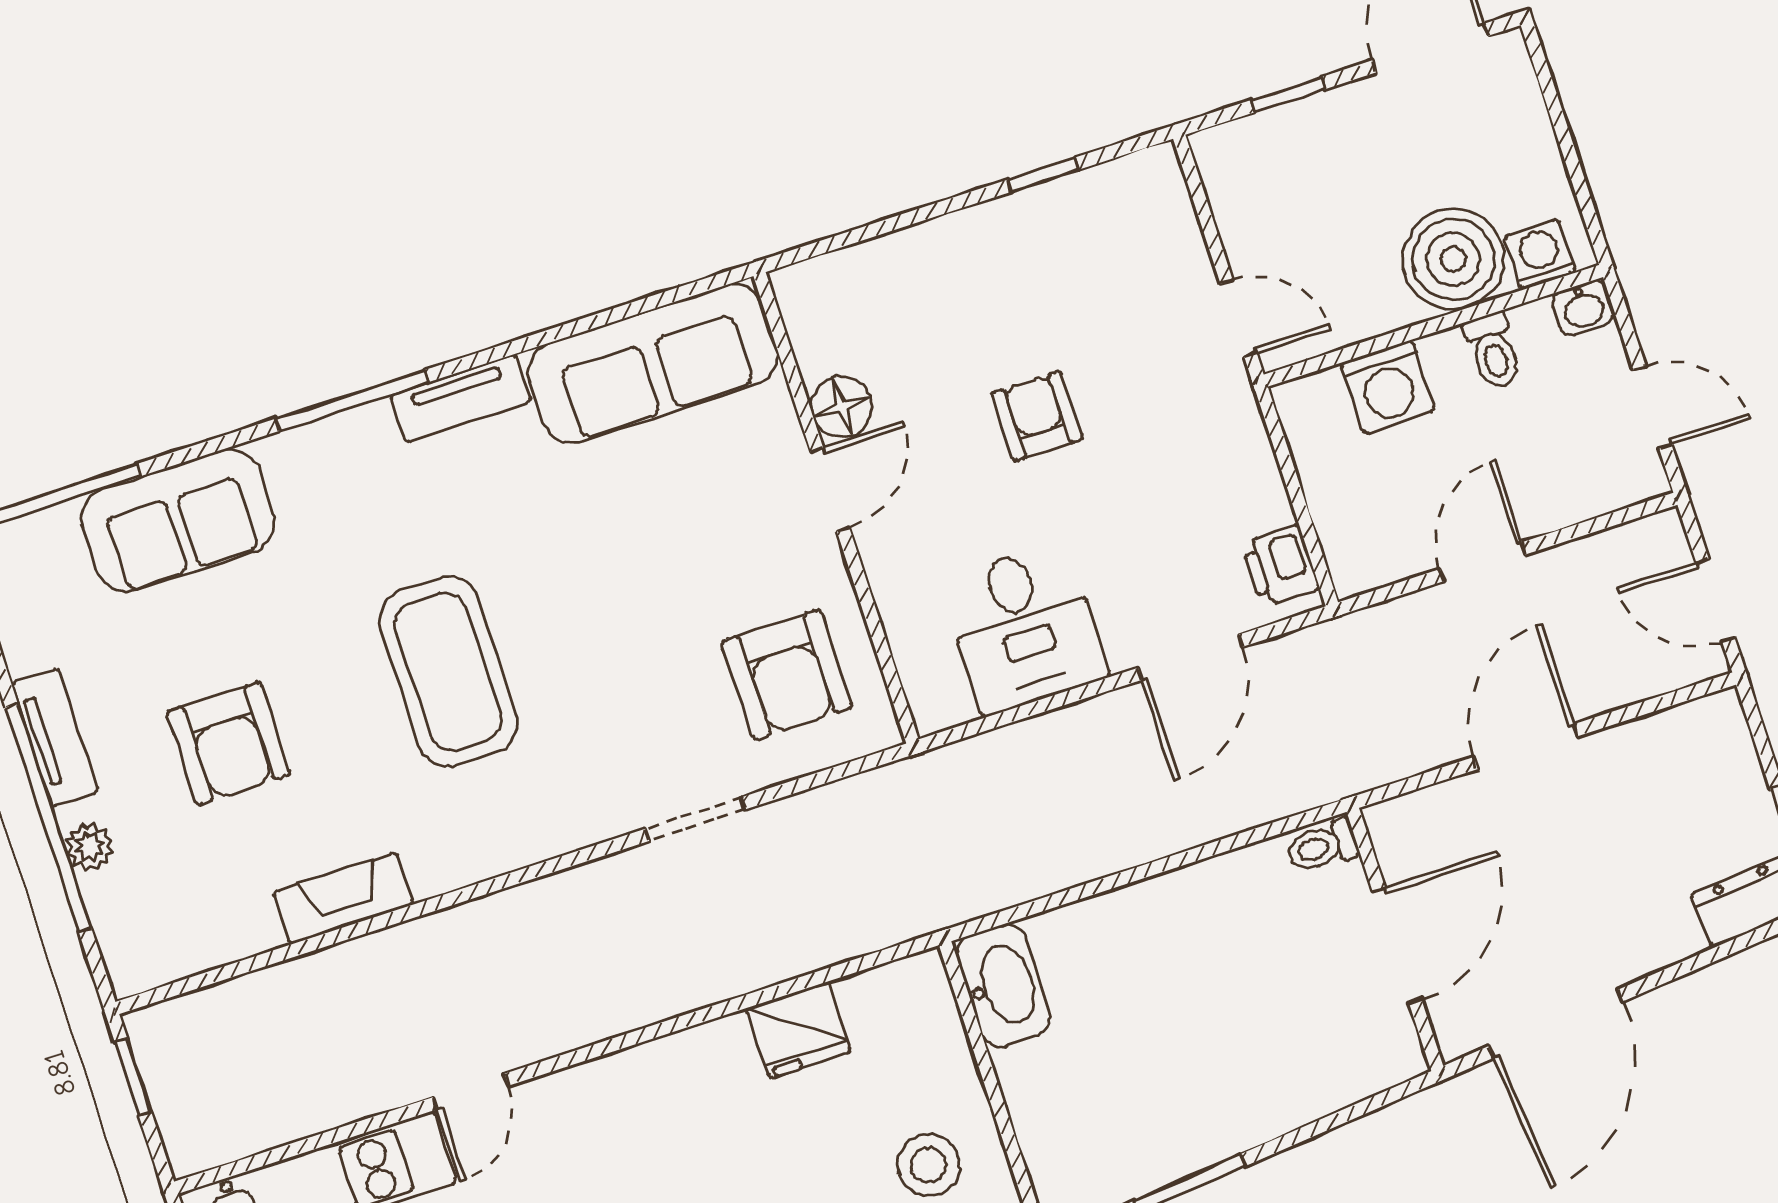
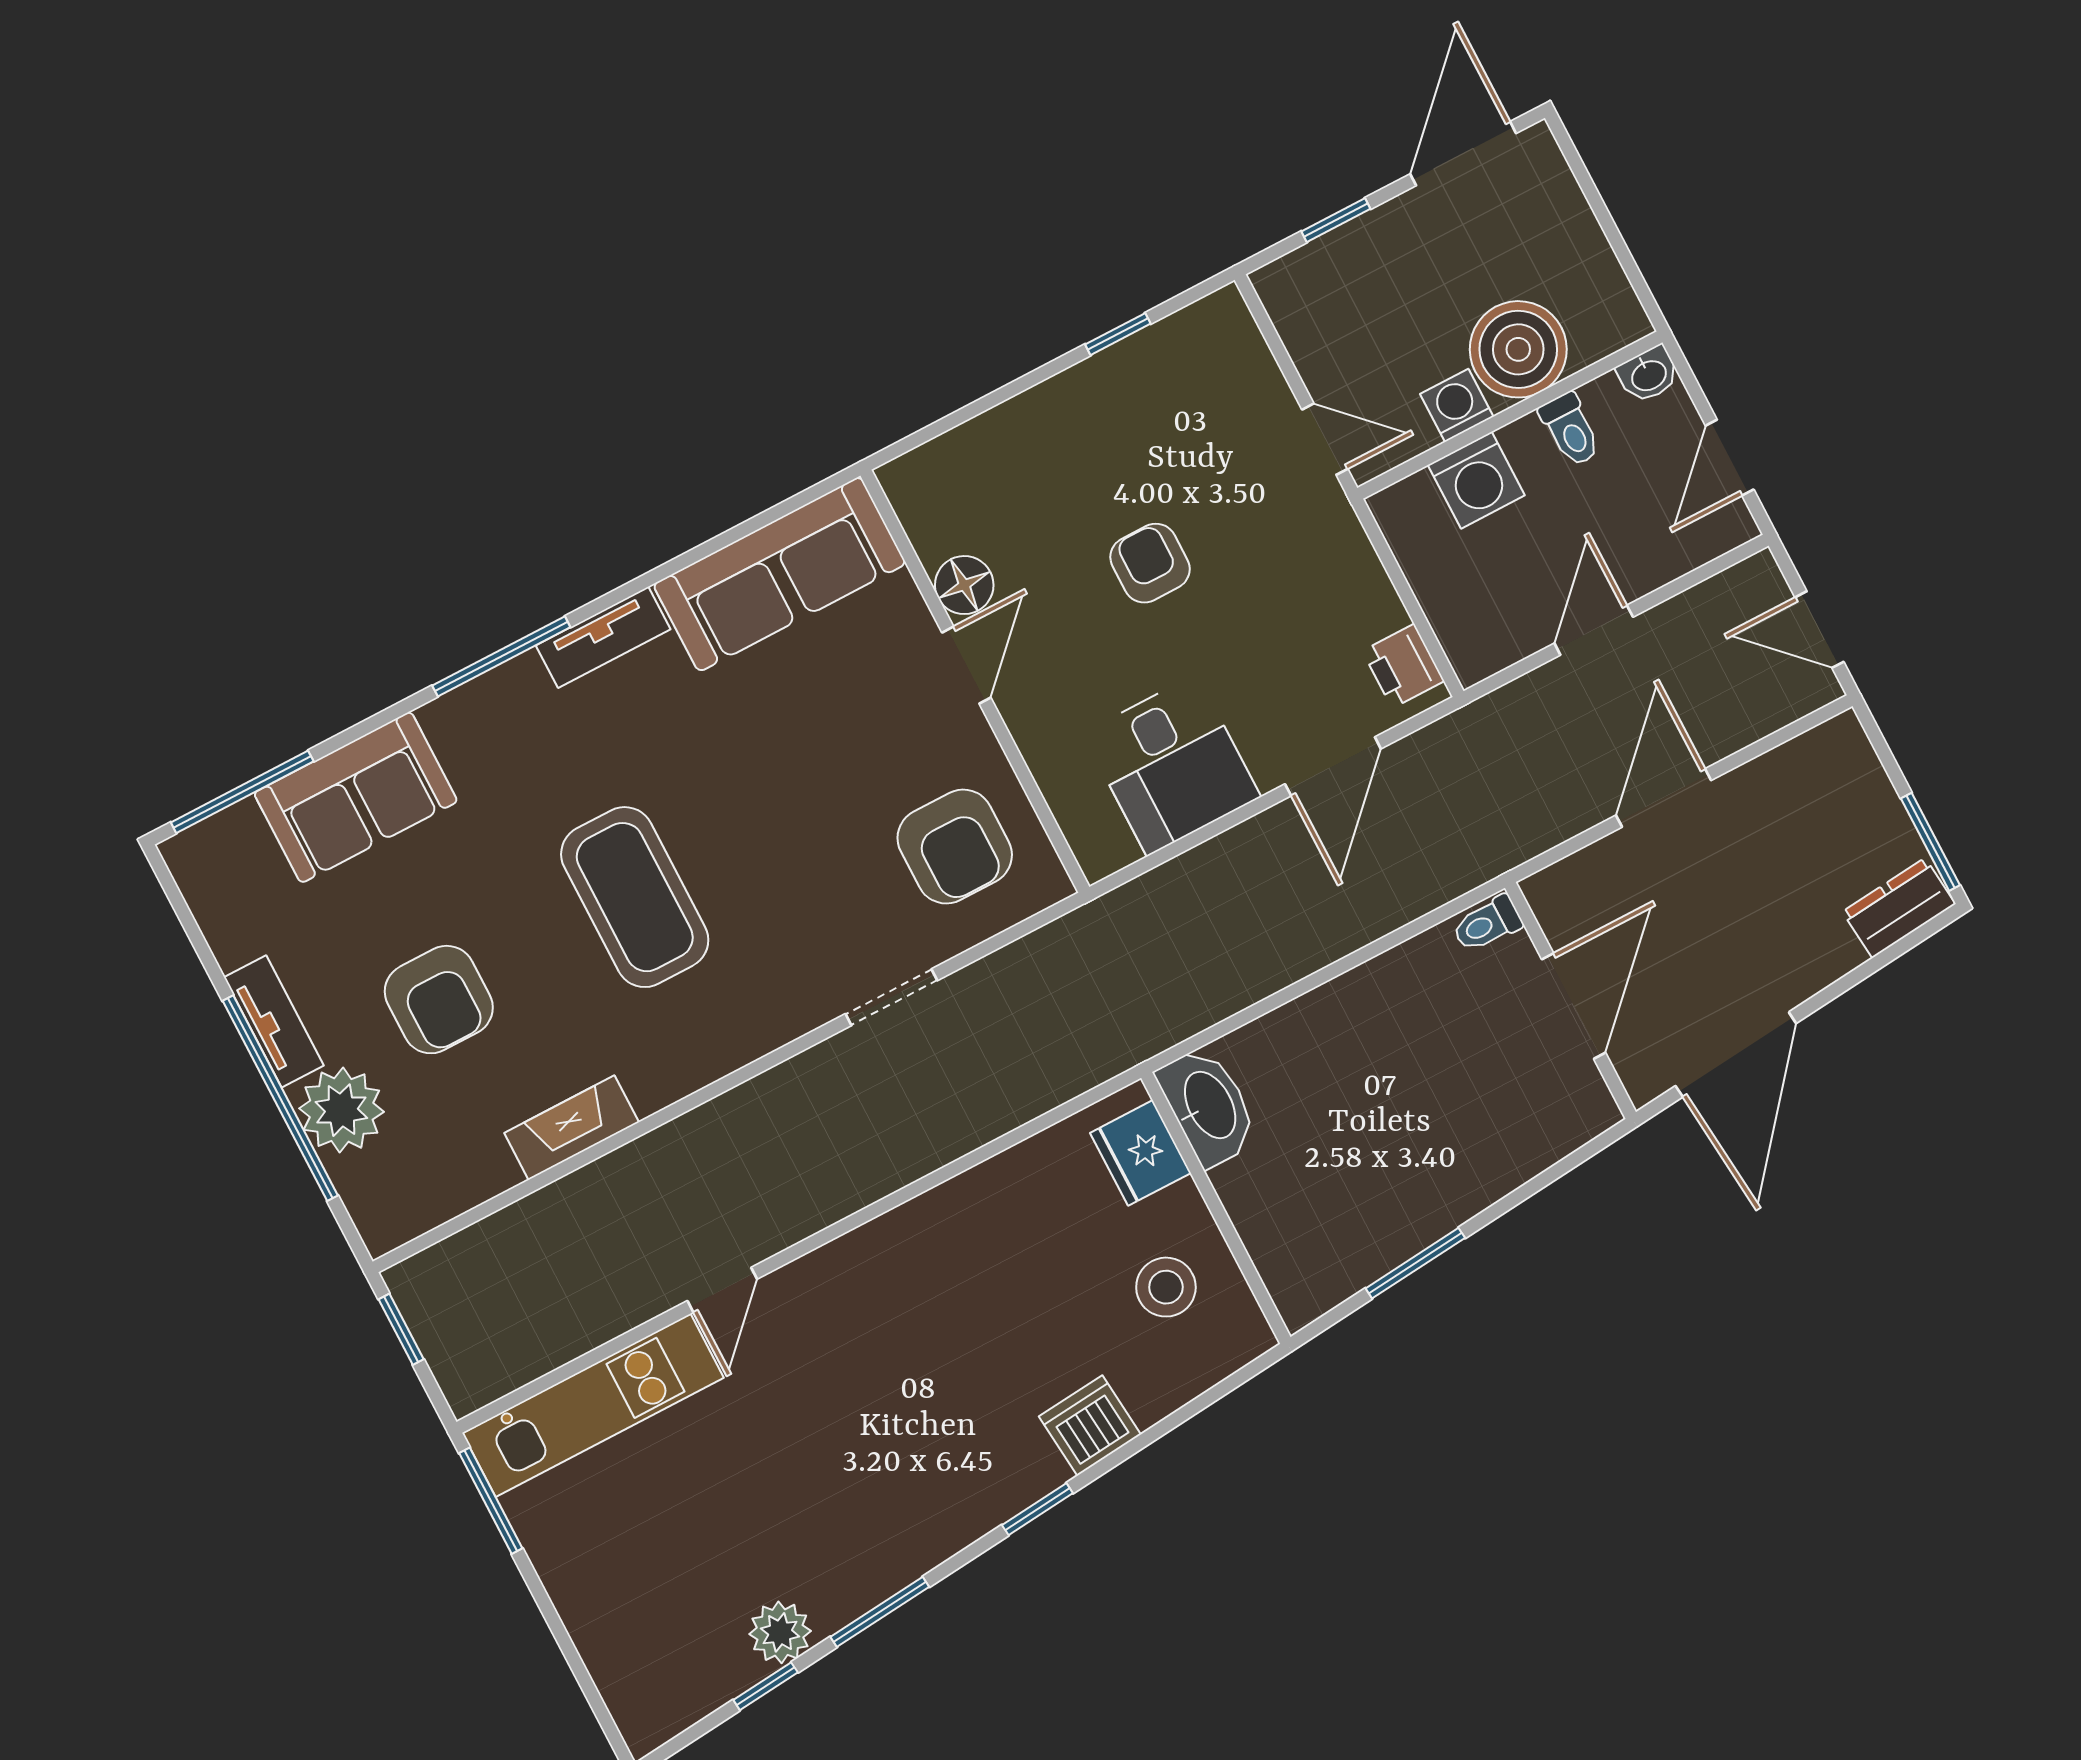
washing machine: (1540, 254) -> (1457, 405), moved
door: (1652, 407) -> (1730, 458), swing flipped
plant: (89, 847) -> (341, 1110), width x1.88, depth x1.88
fridge: (798, 1030) -> (1140, 1153), moved, turned 90

